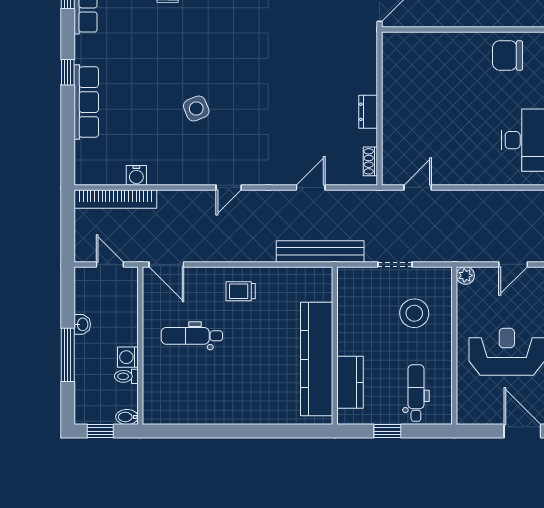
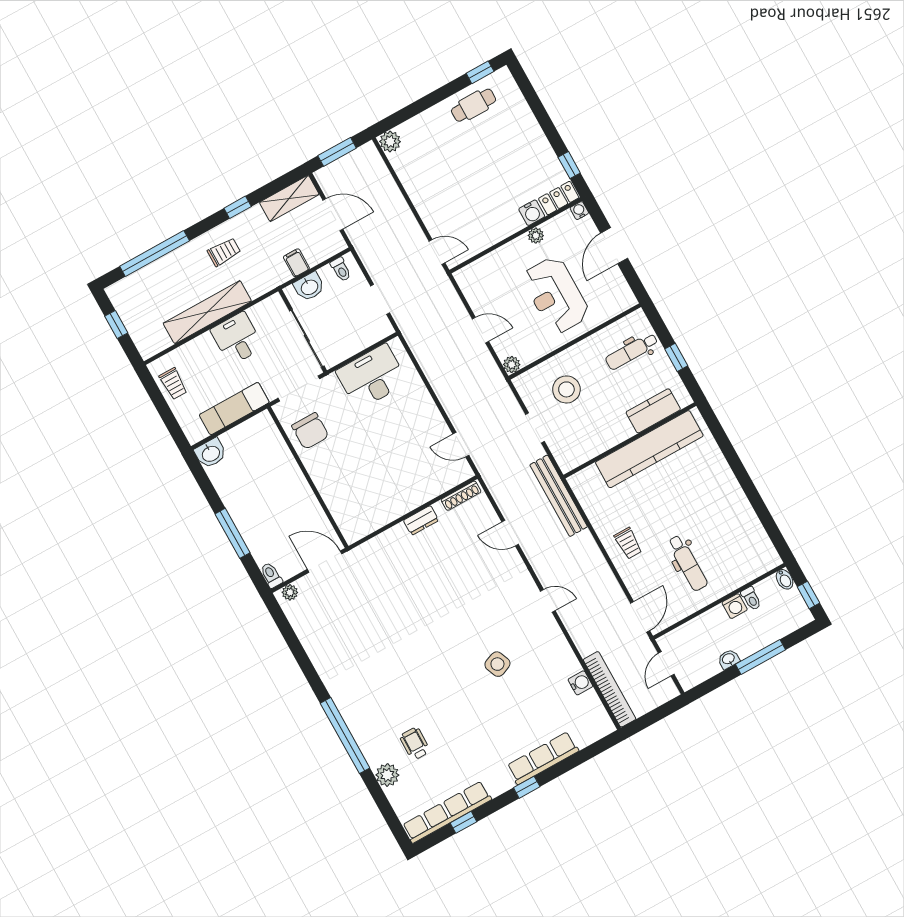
shoe rack: (370, 161) -> (461, 496), width x1.43

